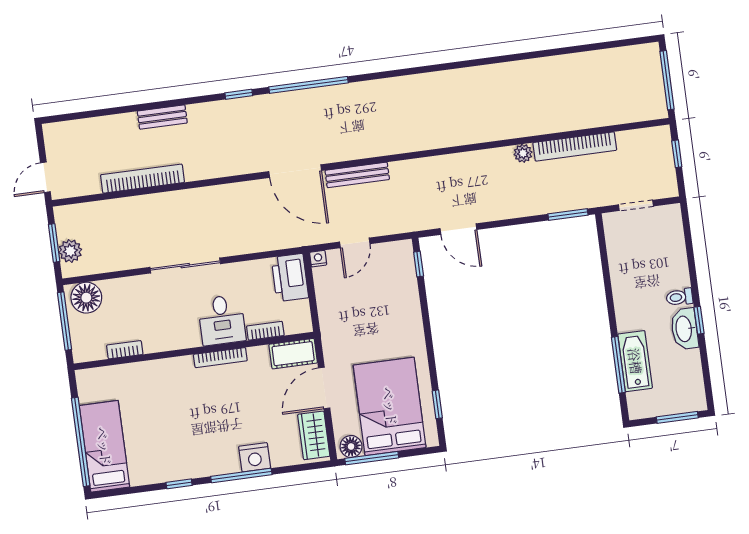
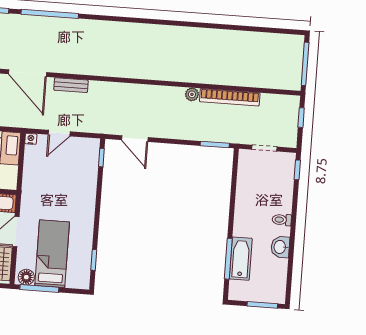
bench: (357, 175) -> (71, 85), width x0.73
window: (699, 320) -> (297, 170), moved
washbasin: (684, 329) -> (280, 247), width x0.72
bed: (390, 406) -> (52, 254), width x0.67

